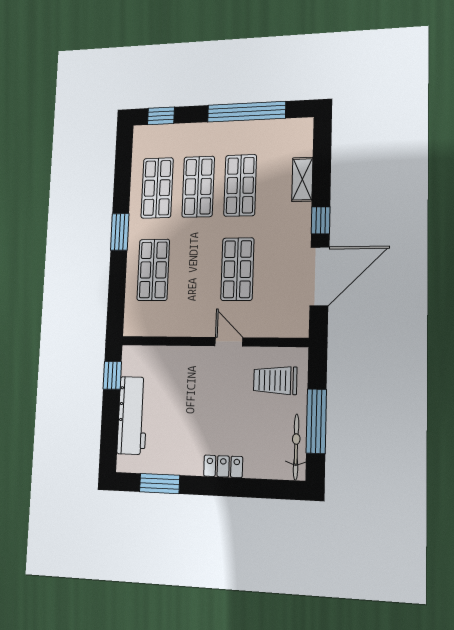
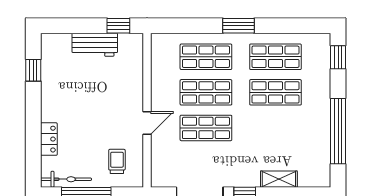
shop shelf: (240, 185) -> (206, 92), moved
trolley: (275, 380) -> (117, 161), width x0.73, depth x0.72
workbench: (132, 415) -> (95, 45), width x0.73
locker: (223, 466) -> (49, 139), moved
window: (160, 484) -> (33, 70), width x0.67

